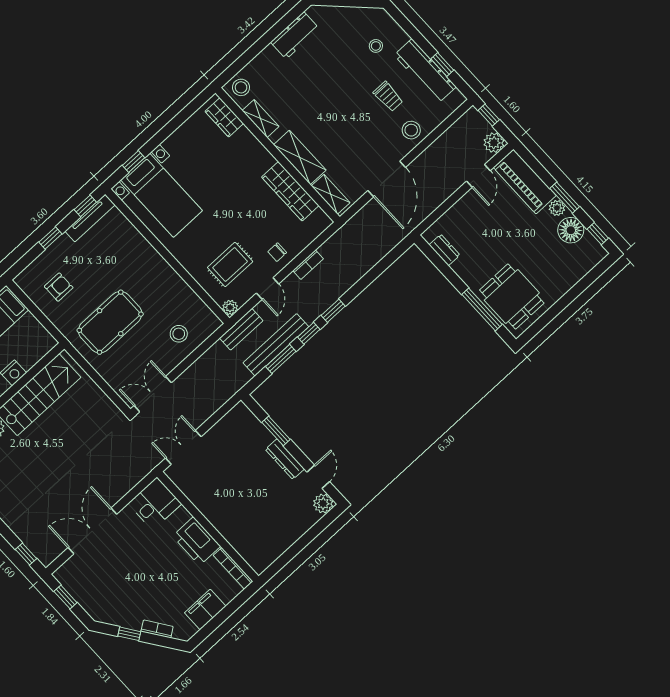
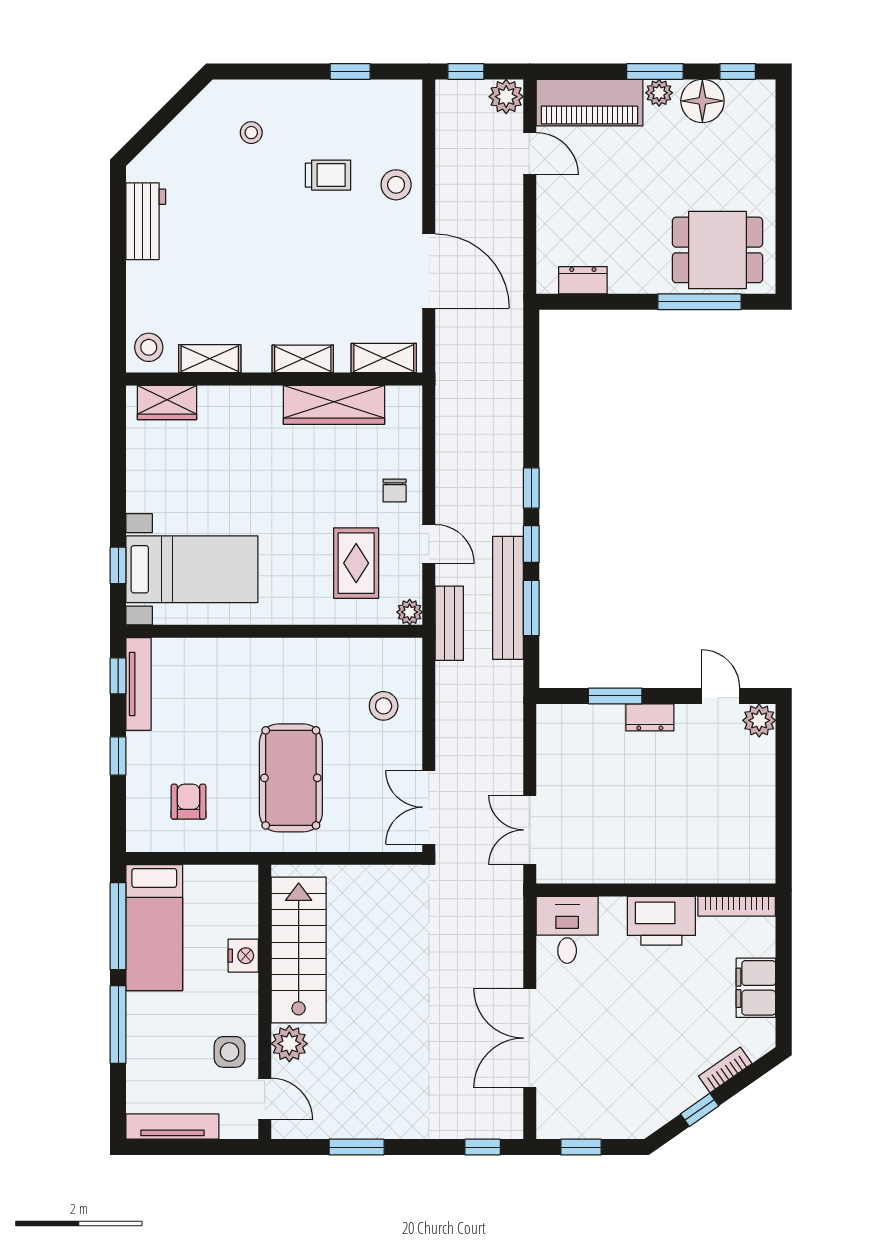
workbench: (425, 71) -> (339, 100), removed
shelving: (300, 157) -> (303, 359), width x0.67, depth x0.75
bookcase: (308, 265) -> (445, 466), removed
dresser: (285, 459) -> (650, 717), width x0.70

